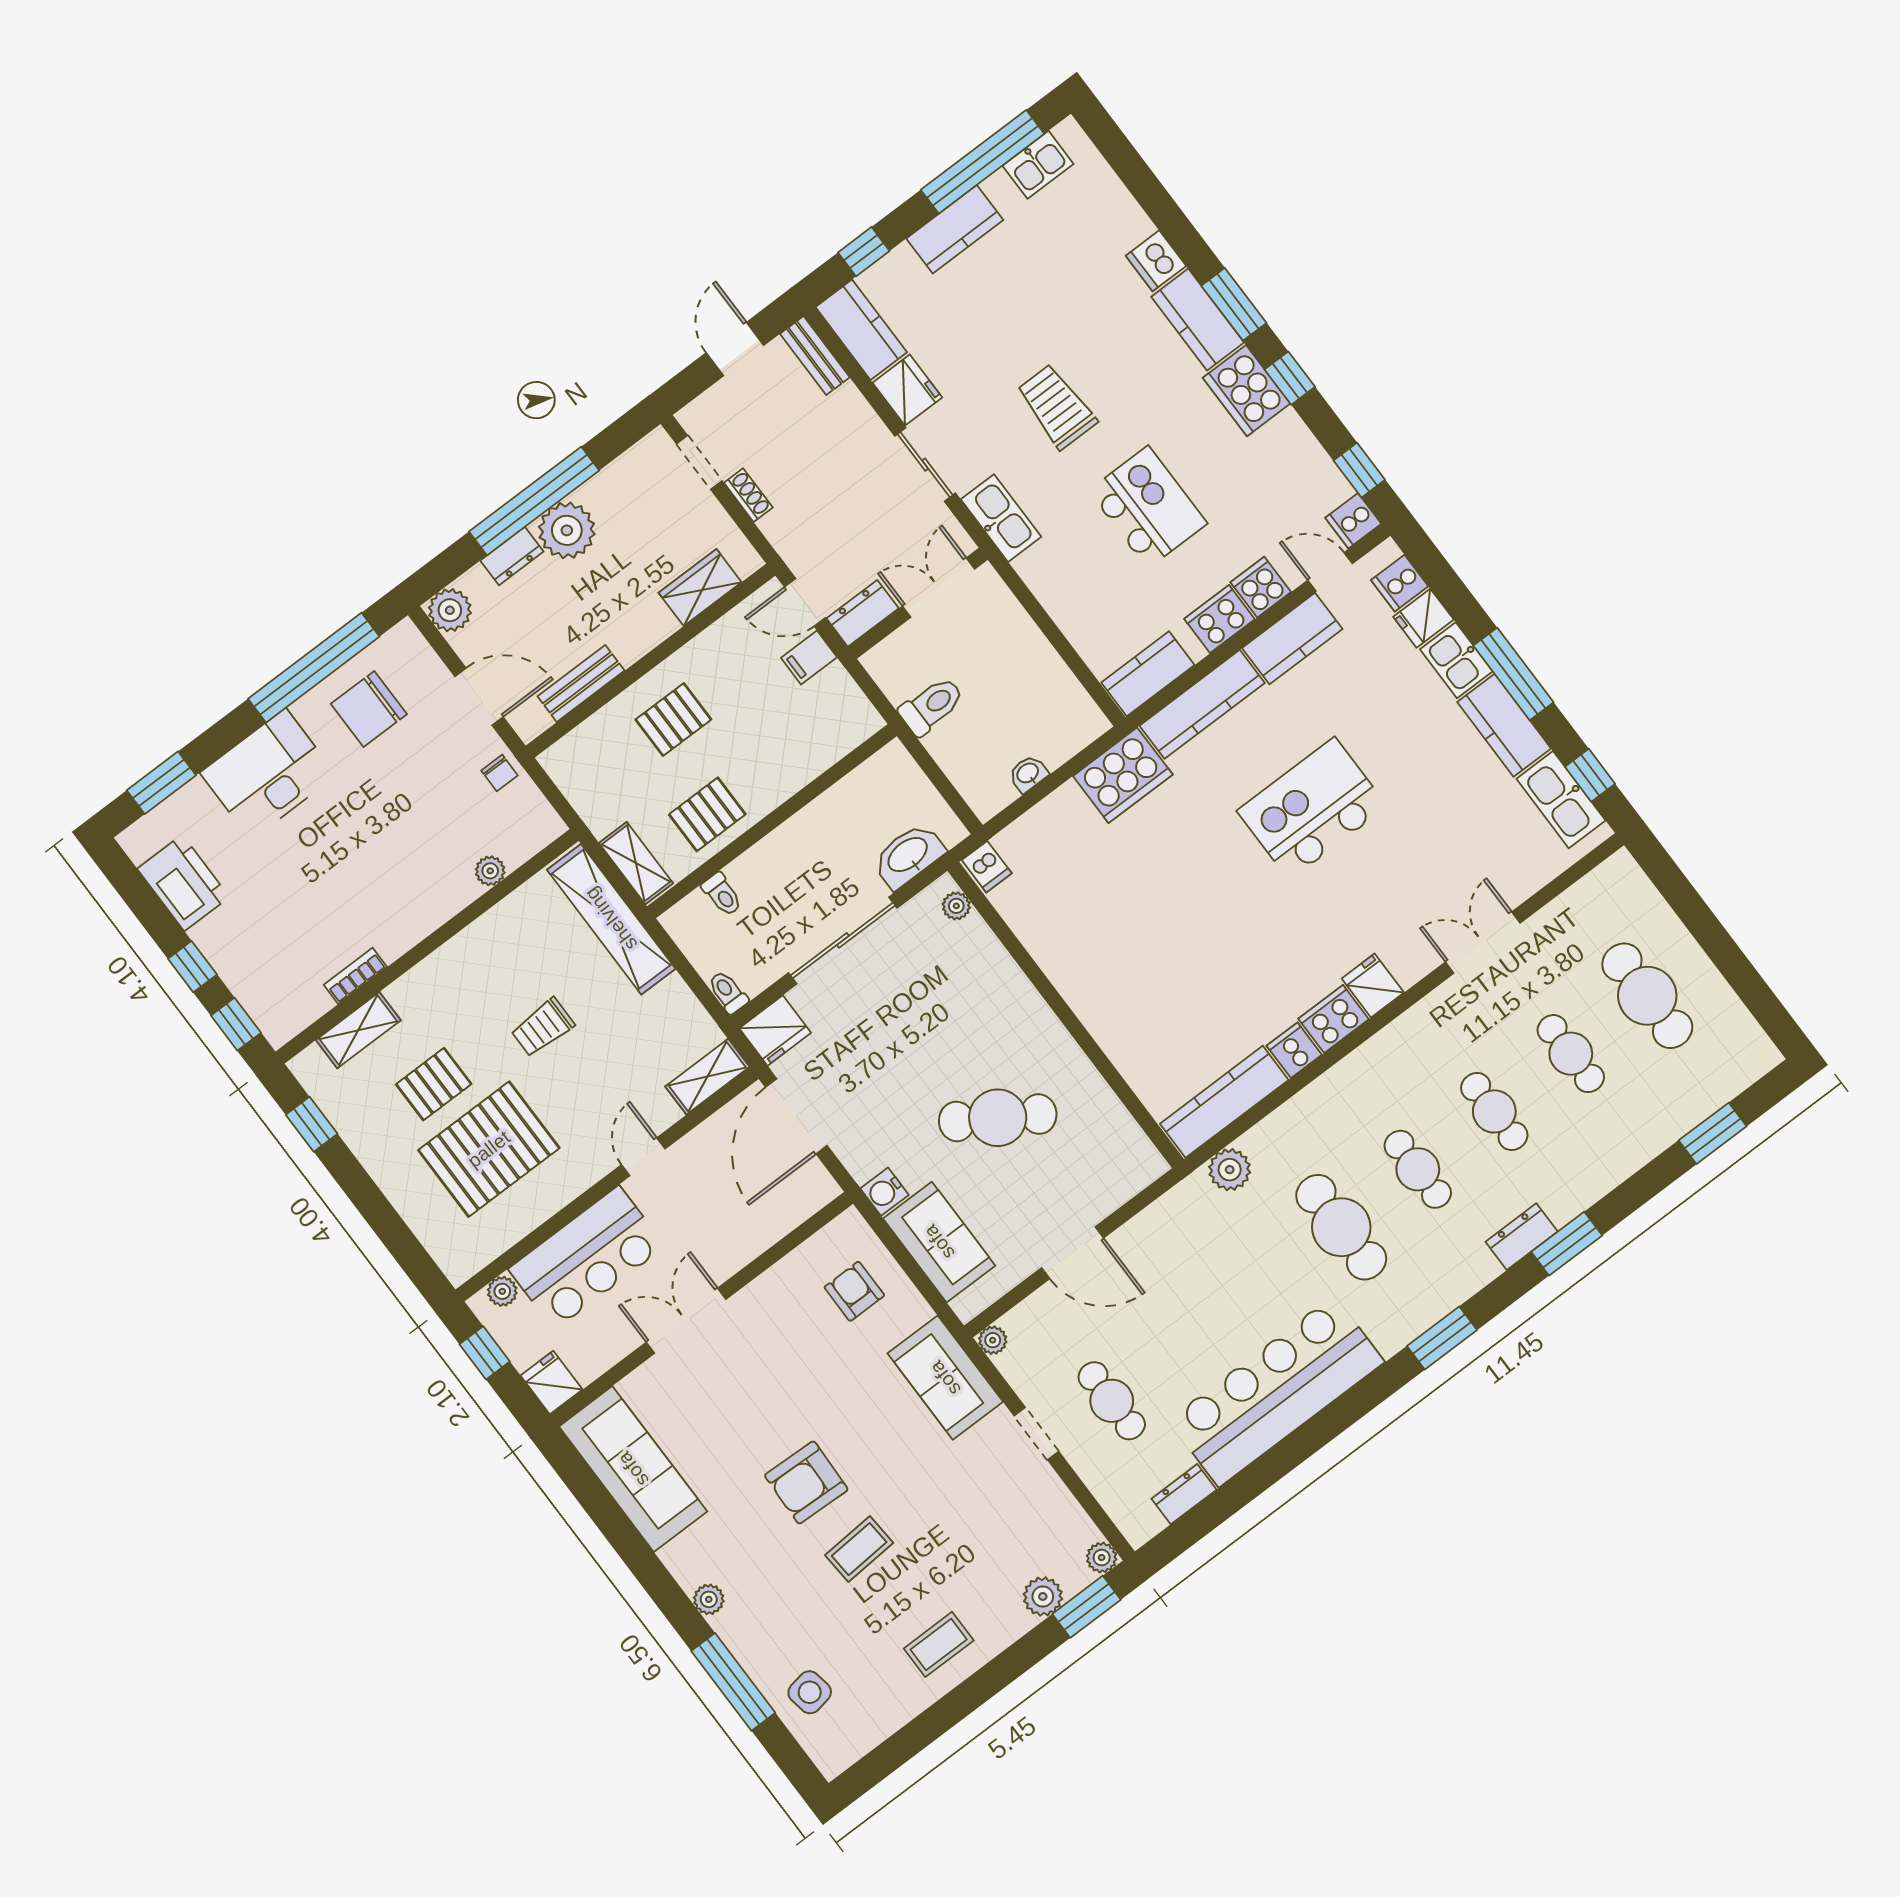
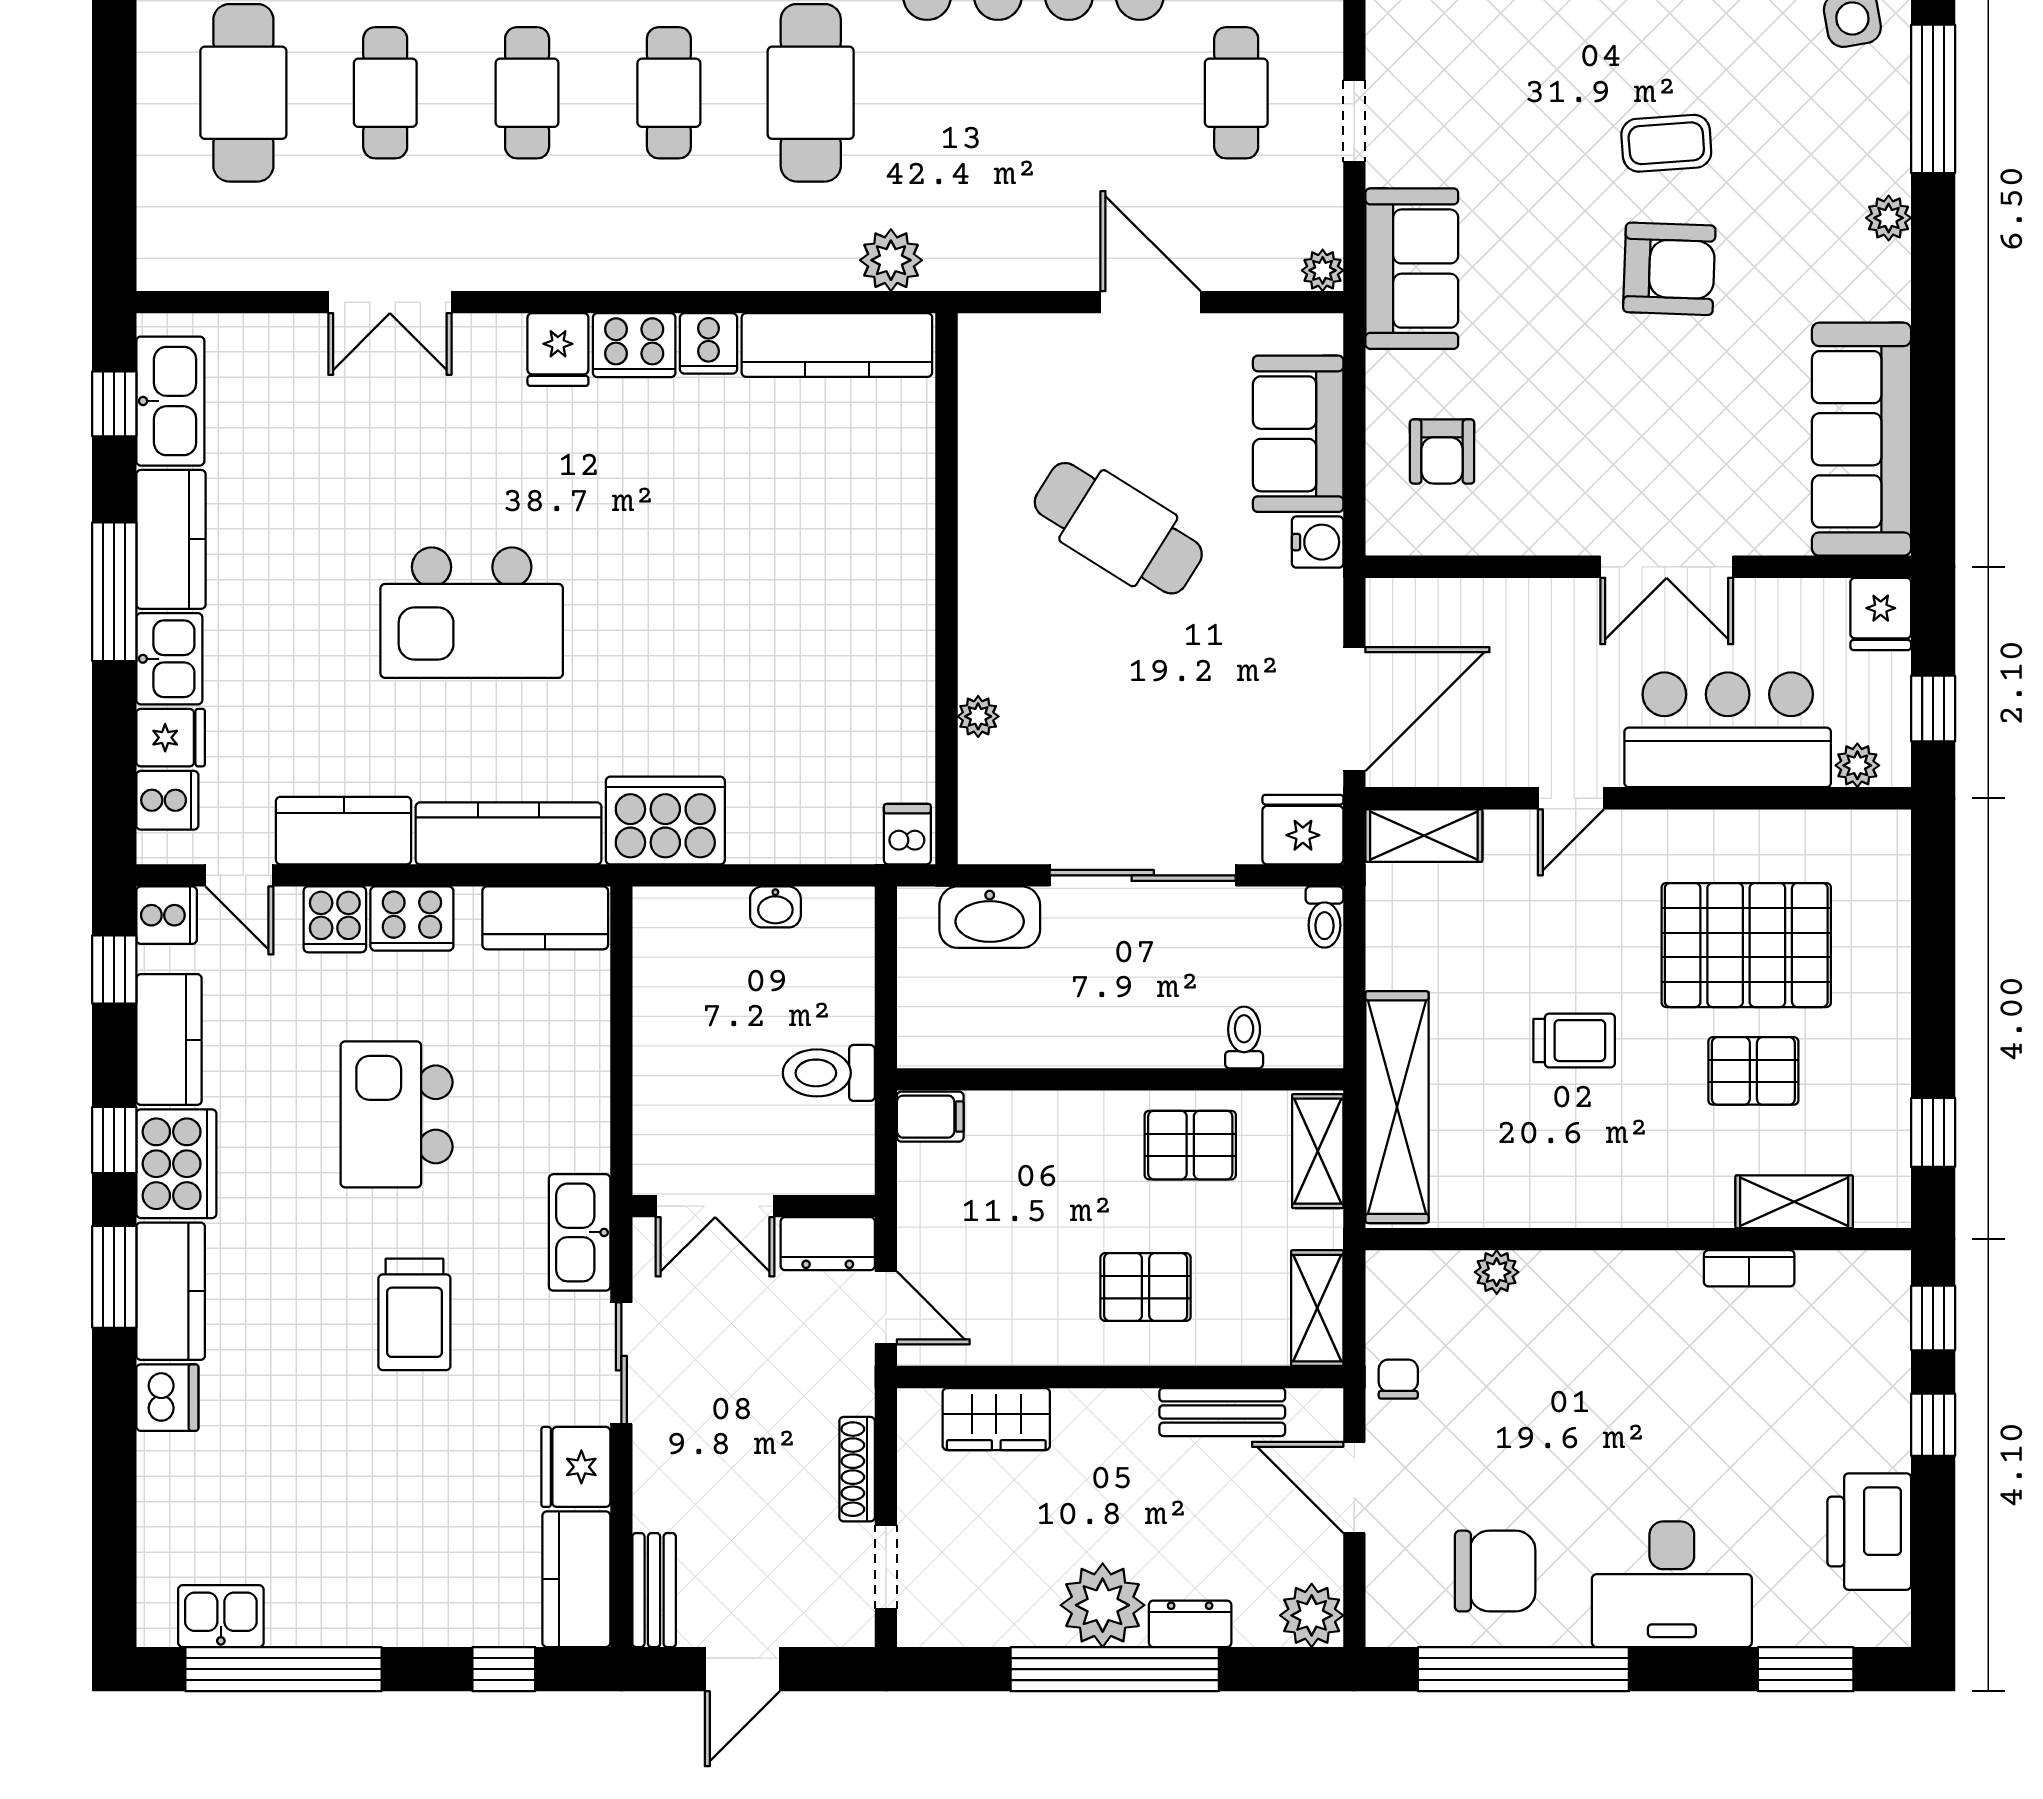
kitchen counter: (955, 229) -> (169, 1040), moved, turned 90
shoe rack: (748, 495) -> (857, 1469), width x1.43
filing cabinet: (809, 657) -> (930, 1117), moved
shelving: (572, 778) -> (1317, 1308), added
plant: (956, 906) -> (978, 716), moved

